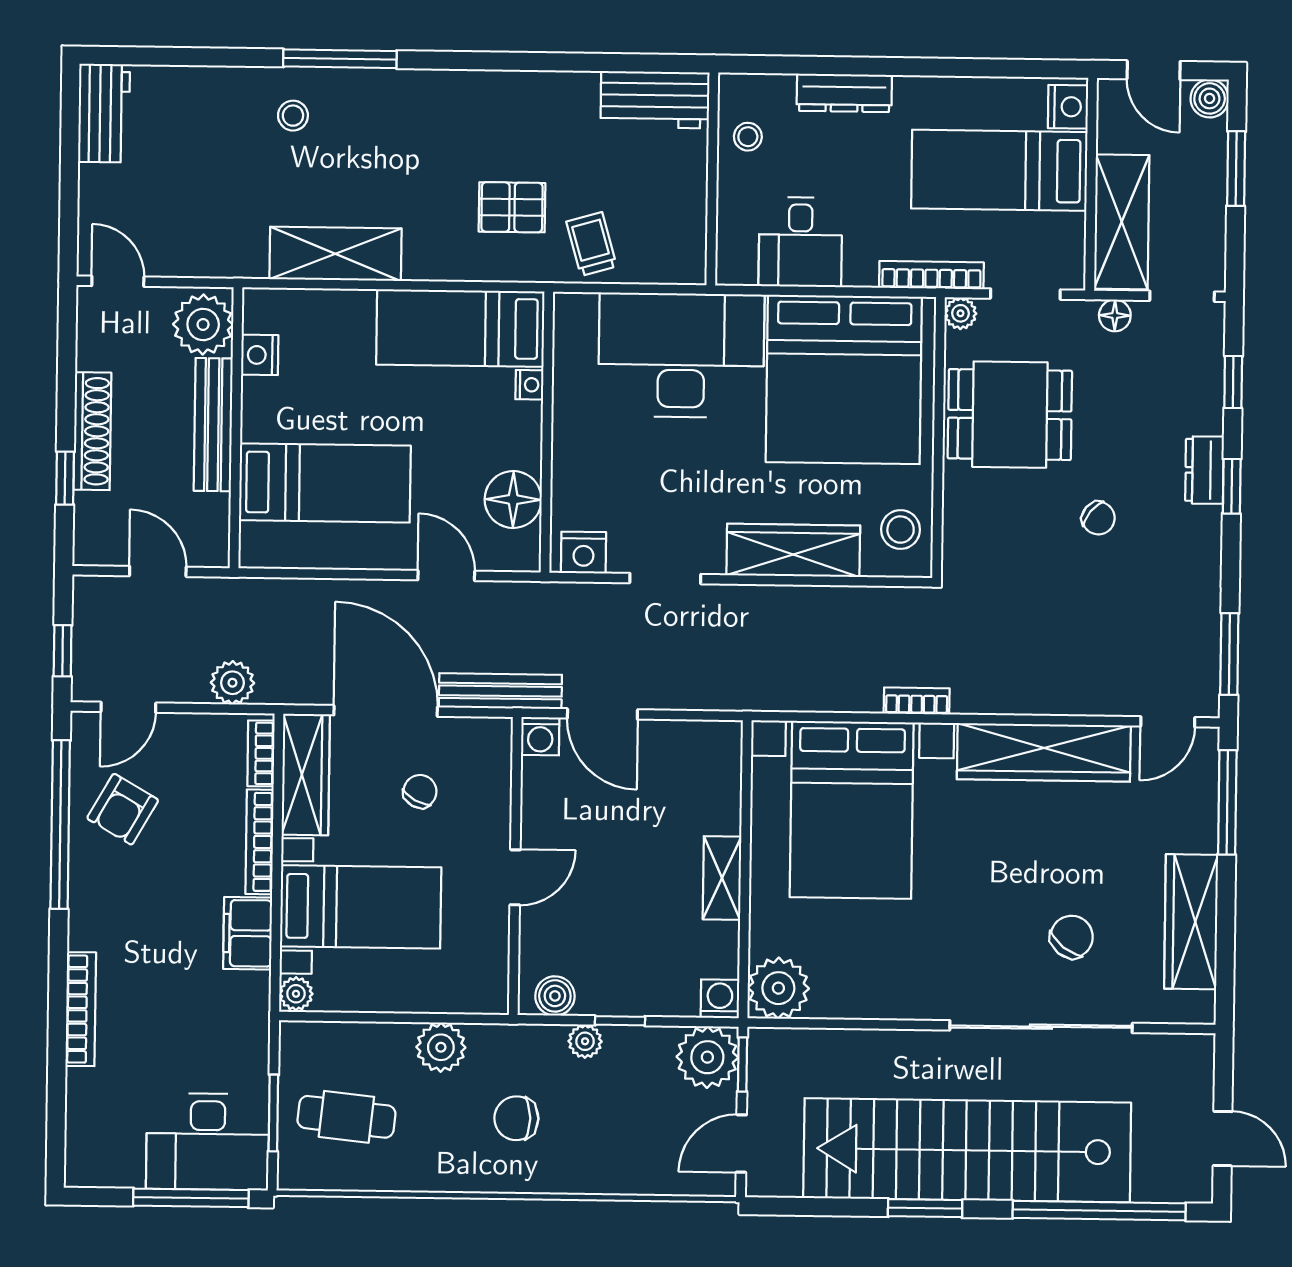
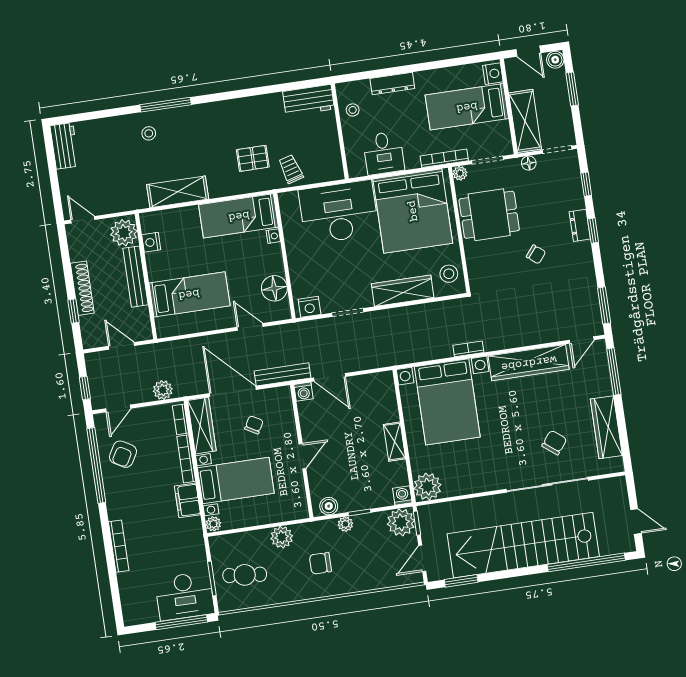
window: (925, 1208) -> (461, 581), moved

